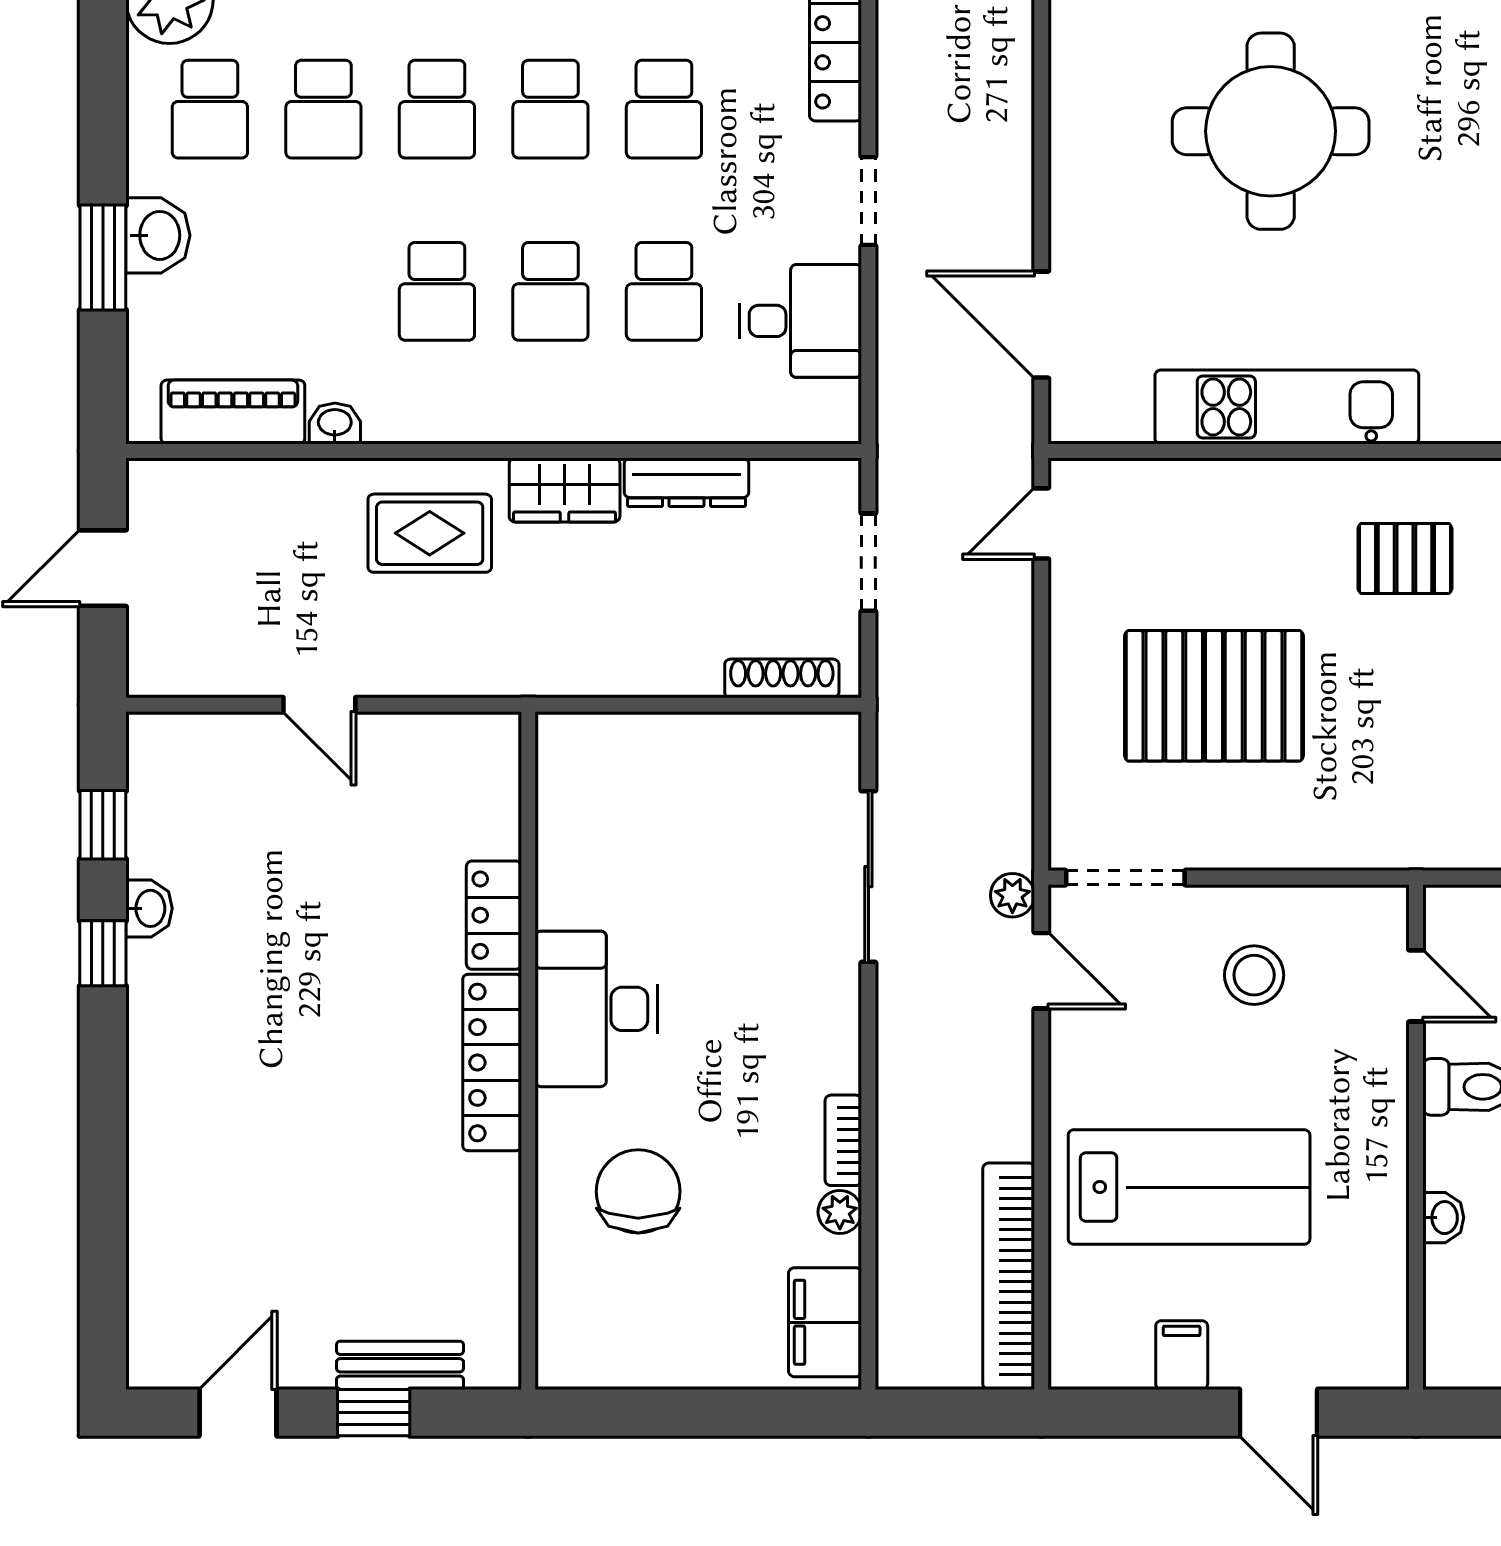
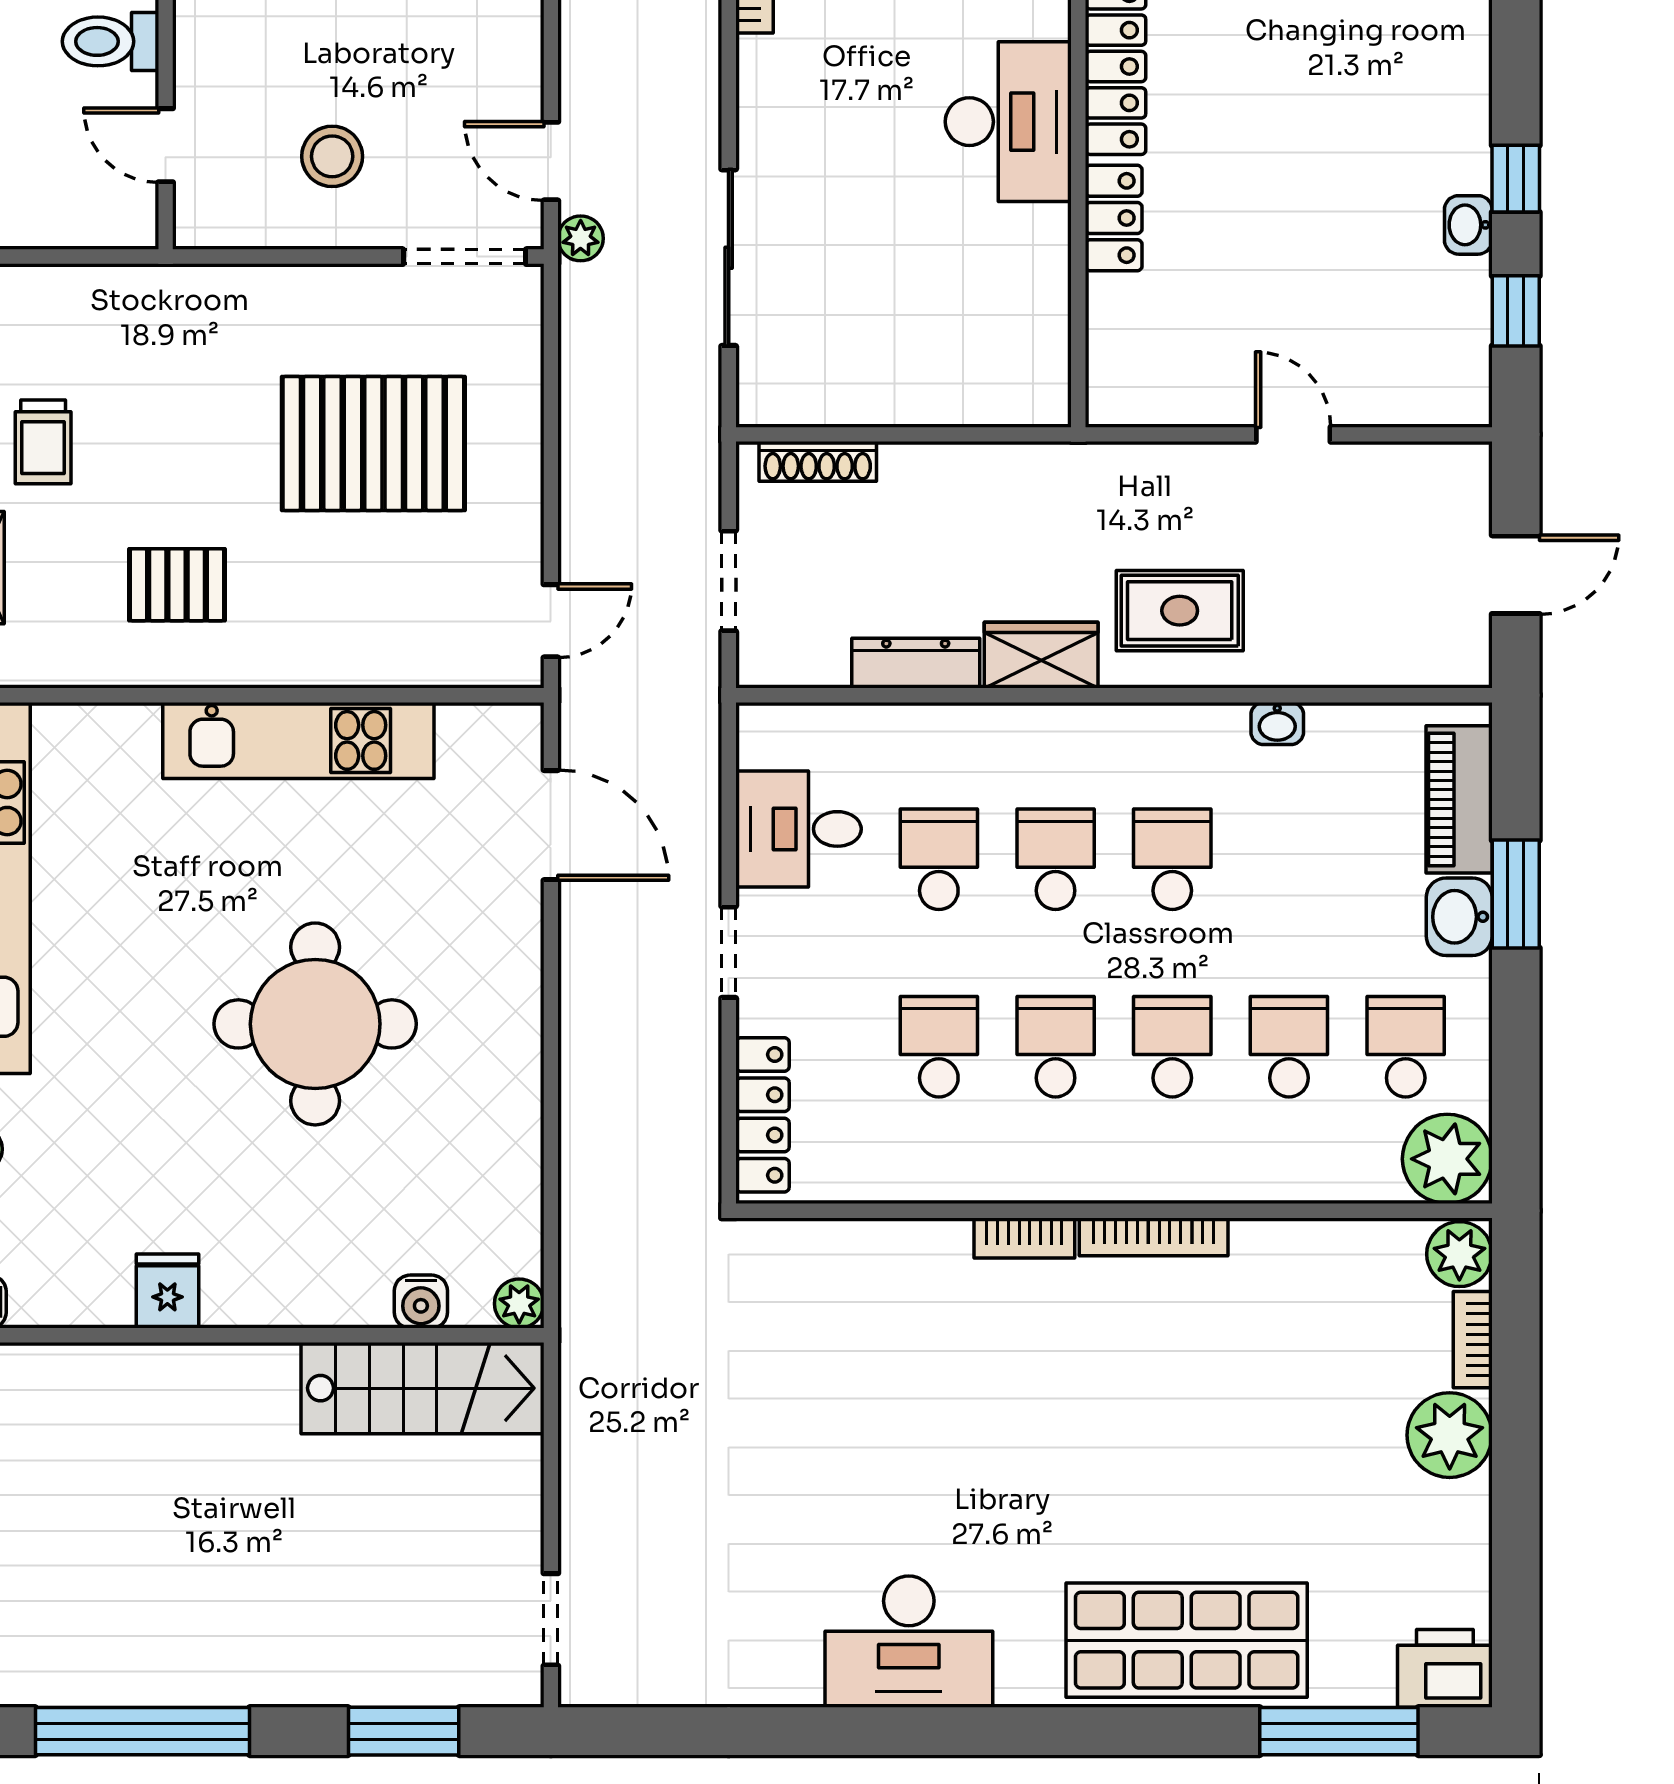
piano: (233, 412) -> (1459, 799), moved, turned 90

